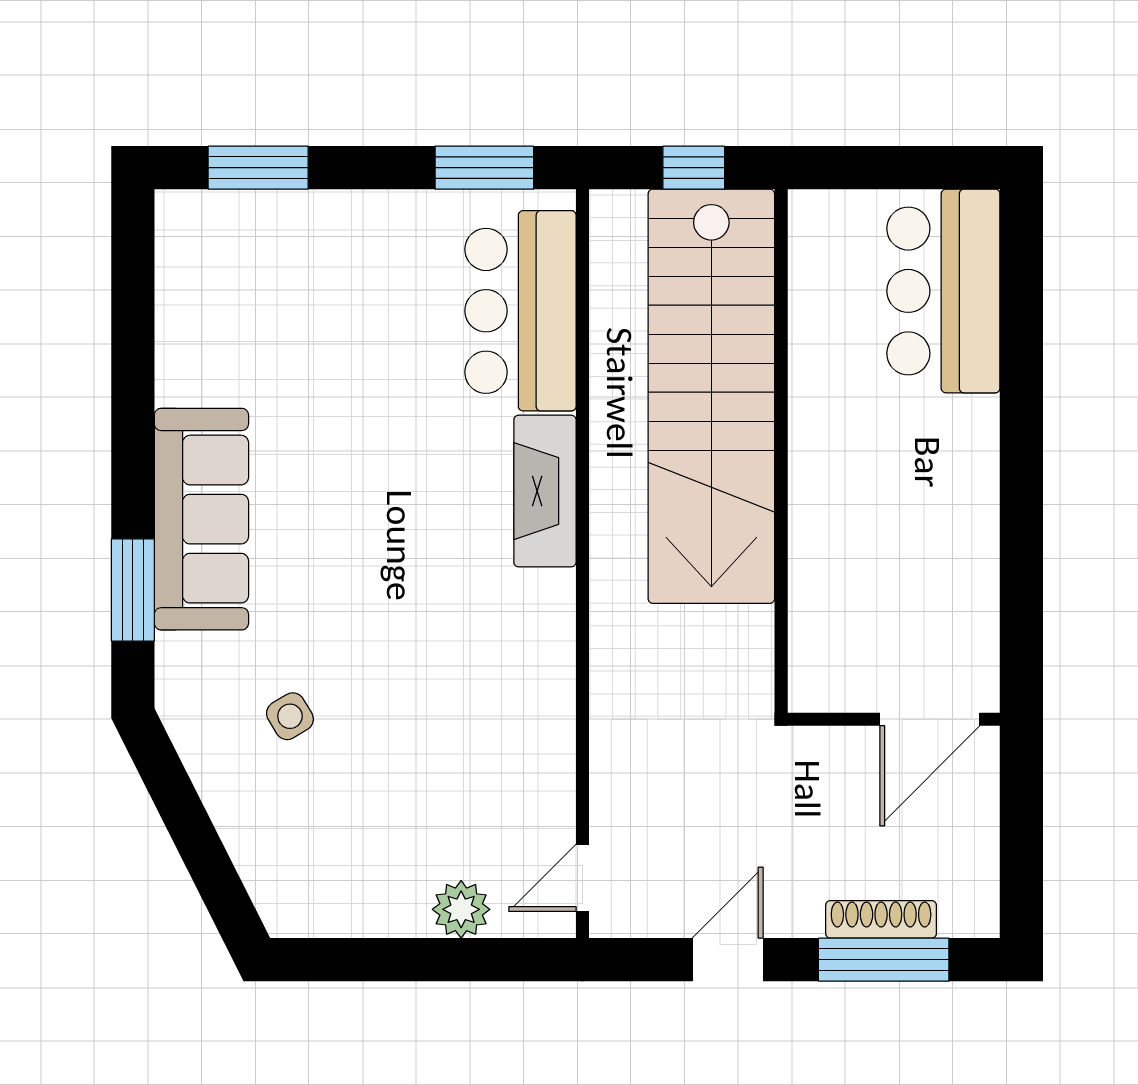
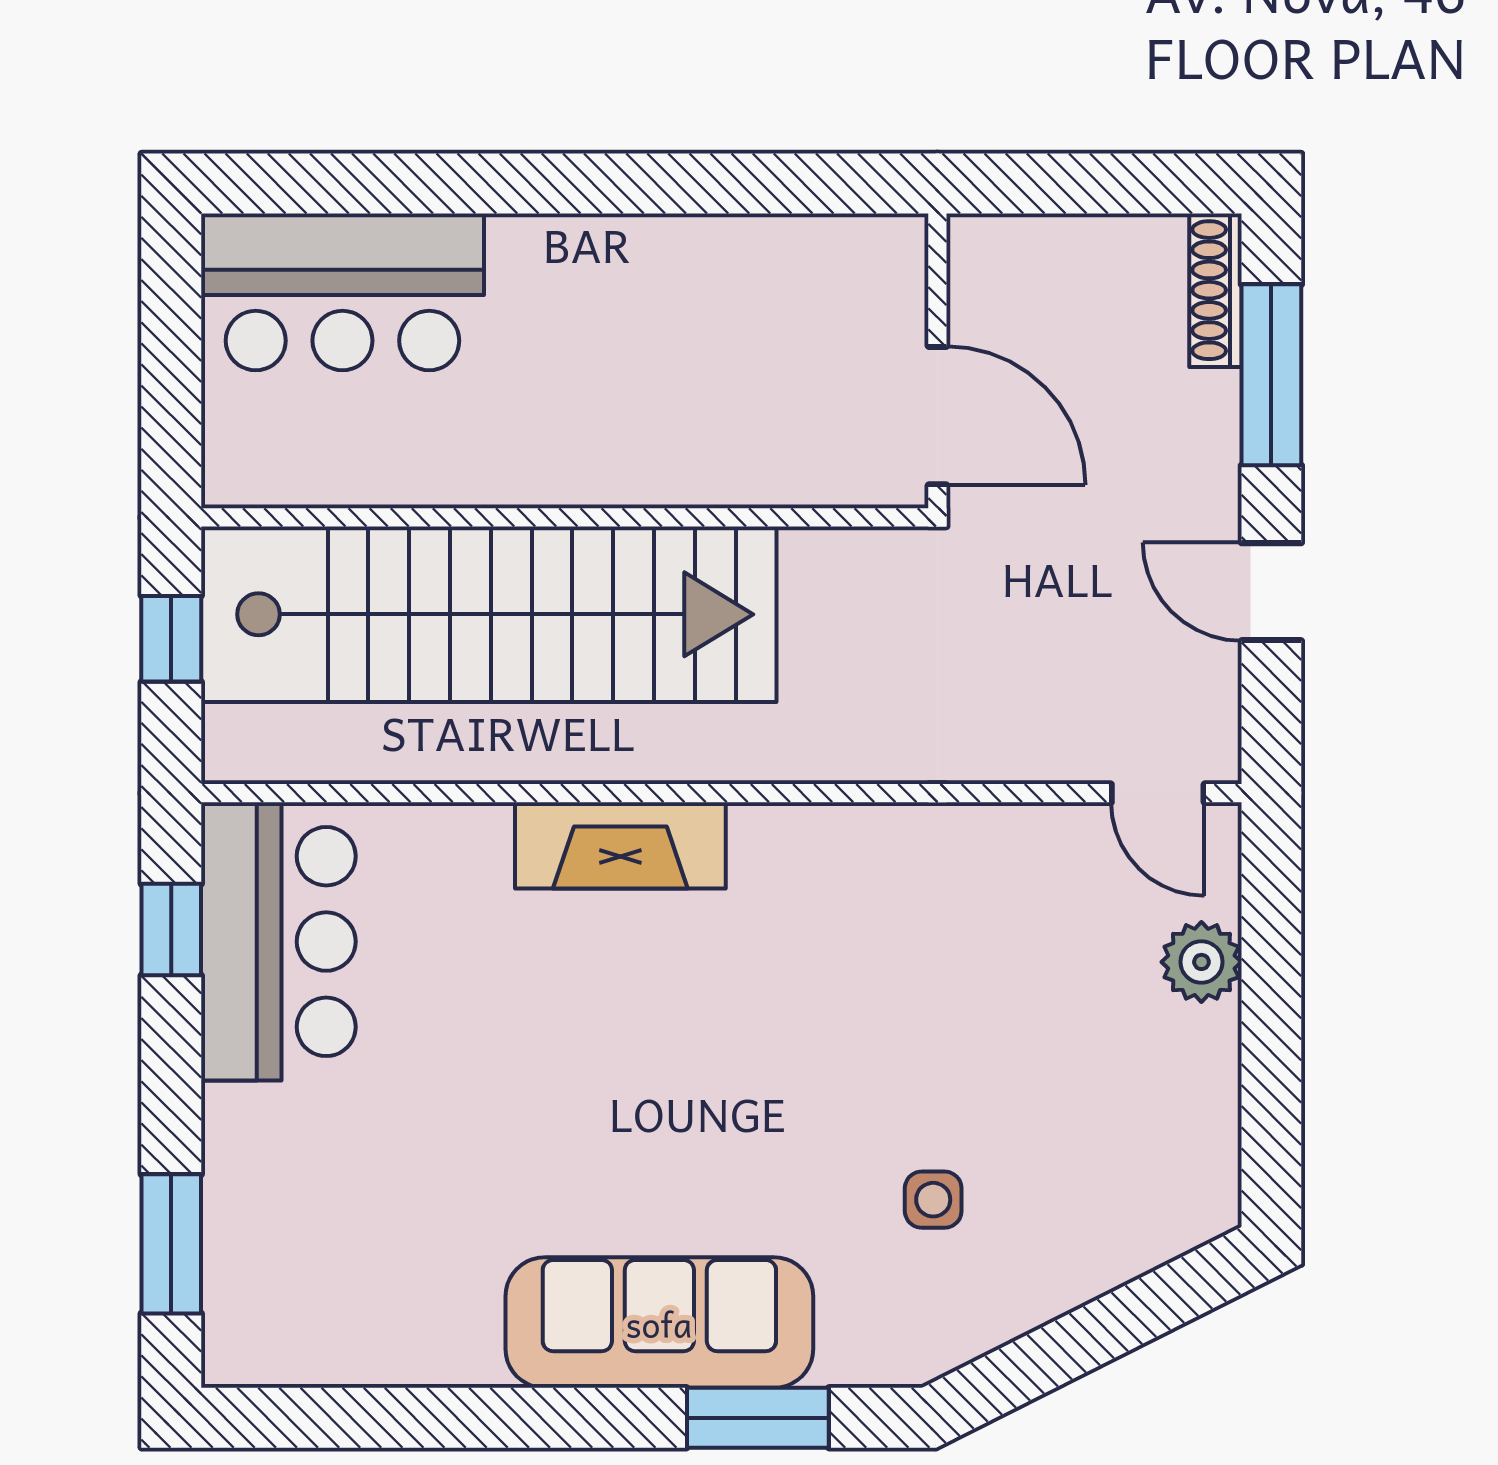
window: (484, 168) -> (171, 930), width x0.67
bar counter: (520, 311) -> (278, 942), moved, turned -90
side table: (290, 716) -> (933, 1200), turned 31
door: (930, 719) -> (937, 416), moved
shoe rack: (881, 919) -> (1215, 290), moved

